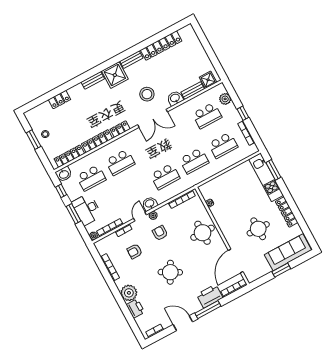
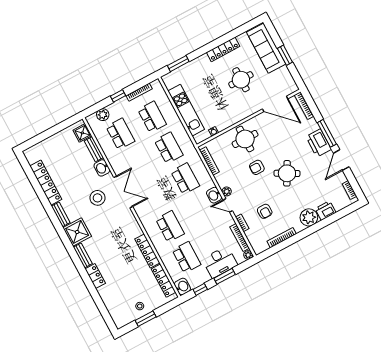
locker: (59, 100) -> (95, 276), moved
locker: (120, 129) -> (135, 226), removed
kitchen unit: (266, 177) -> (186, 110), moved, turned -90
armchair: (160, 233) -> (257, 167), moved
printer: (210, 296) -> (319, 143), moved

